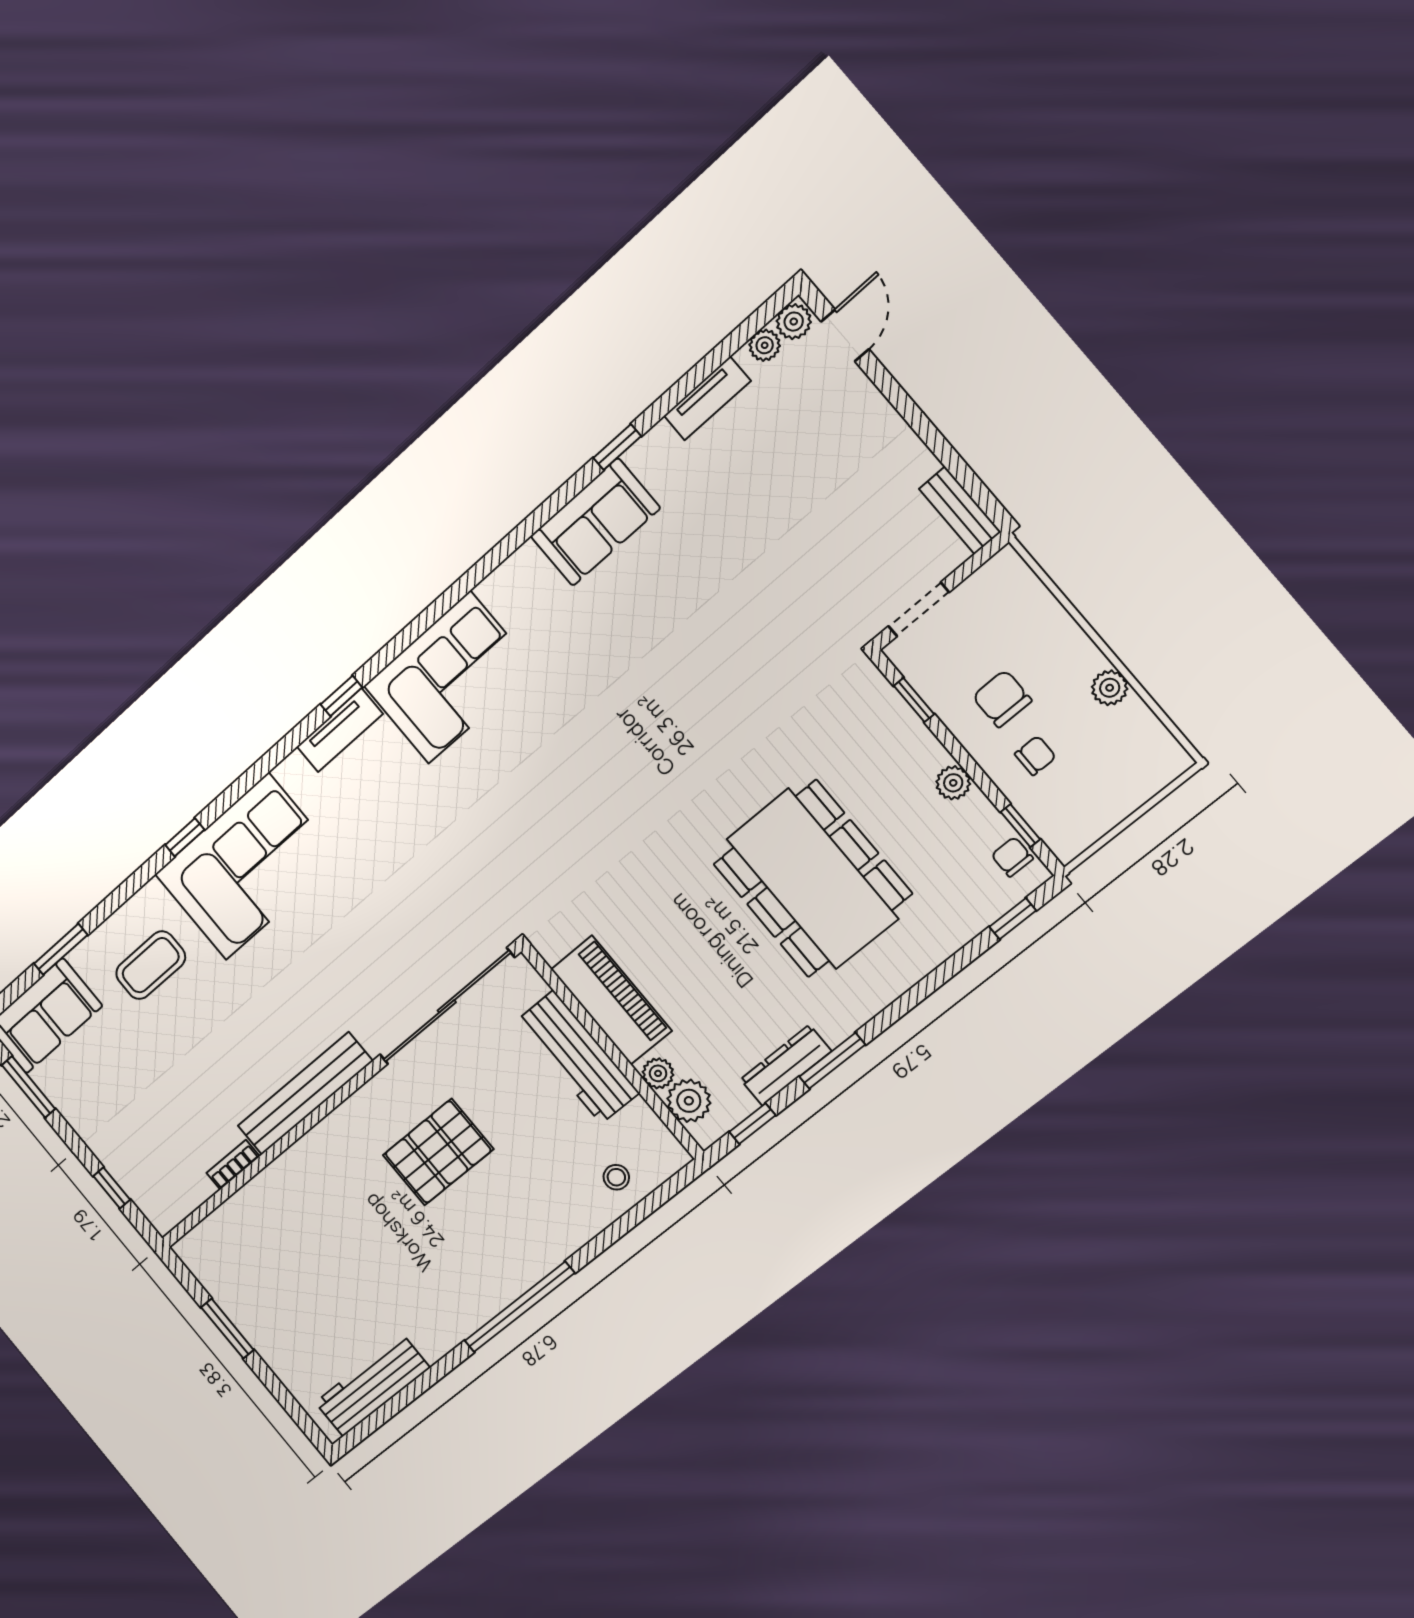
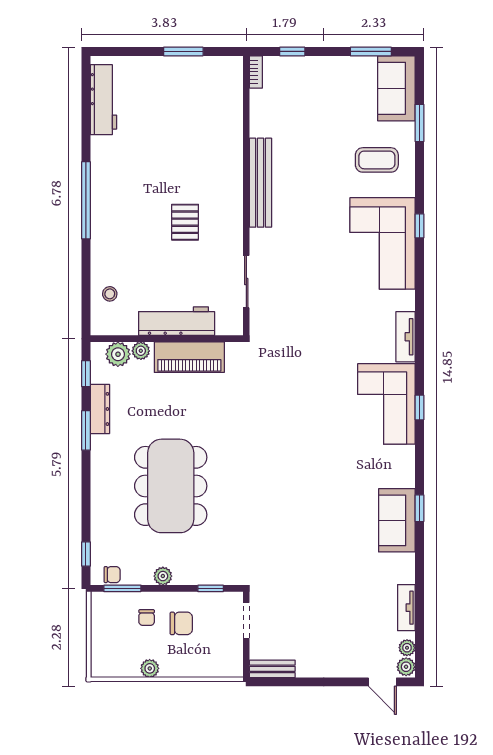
window: (617, 447) -> (419, 508), moved
window: (341, 696) -> (419, 407), moved
window: (1020, 826) -> (122, 588), width x1.50
dining table: (812, 879) -> (171, 486), turned 90
coffee table: (151, 965) -> (377, 160), turned 90
sliding door: (447, 1006) -> (246, 282), width x0.54
pallet: (438, 1152) -> (185, 222), width x0.67, depth x0.71
bookcase: (233, 1165) -> (256, 72), moved

